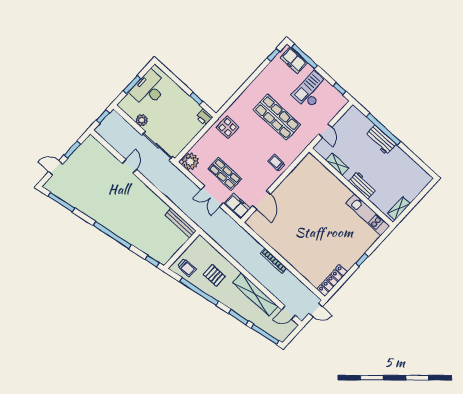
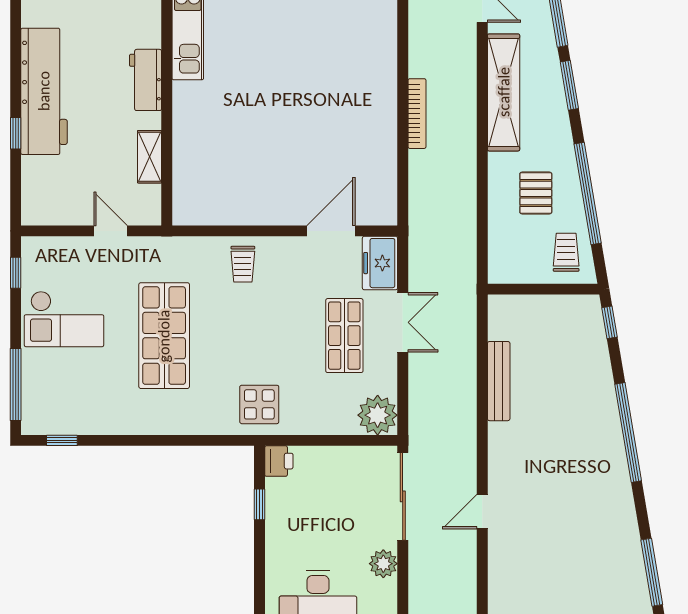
freezer: (294, 60) -> (39, 397), removed
window: (383, 129) -> (16, 133), width x0.32
door: (325, 131) -> (111, 231), hinge flipped
workbench: (381, 140) -> (44, 91), width x1.88, depth x1.32
bench: (181, 223) -> (499, 381), moved

